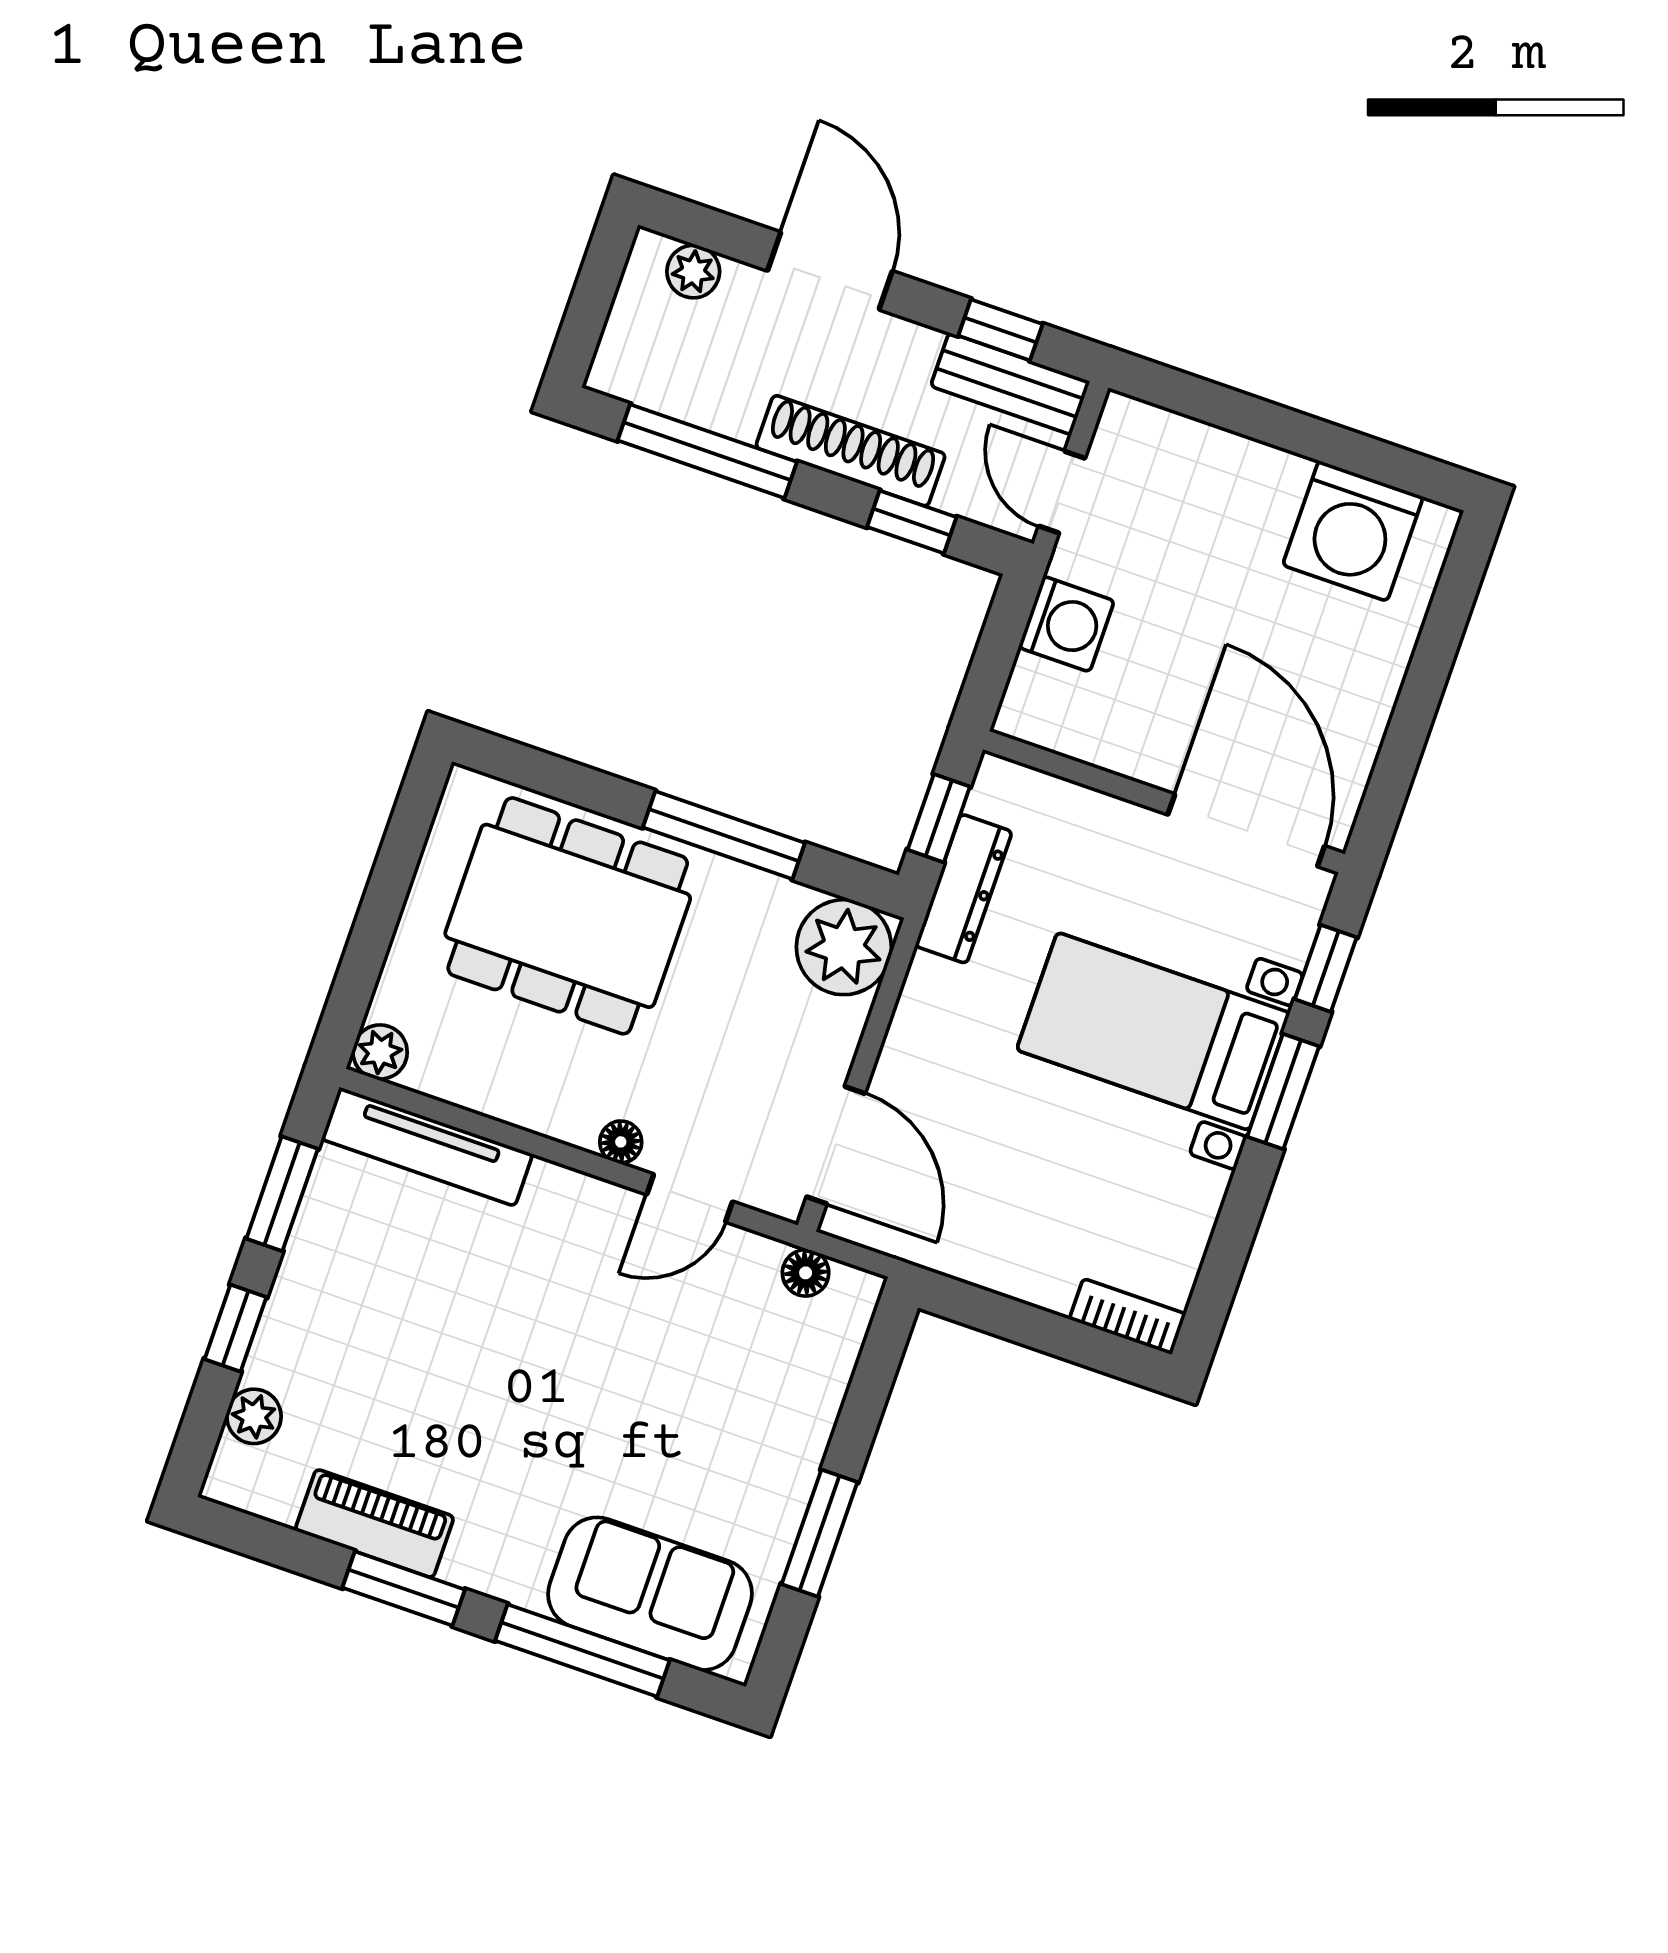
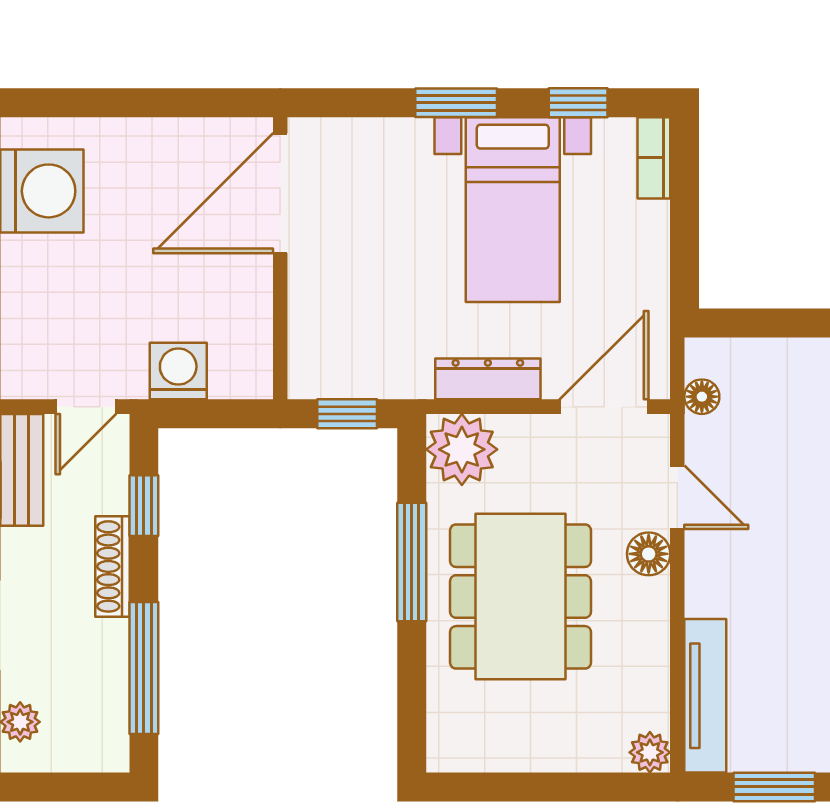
shoe rack: (851, 451) -> (112, 566), width x0.74, depth x0.81
dresser: (964, 889) -> (488, 379), moved
dining table: (568, 916) -> (521, 597), moved
window: (1326, 968) -> (578, 103), moved
bed with nightstands: (1153, 1031) -> (513, 210), moved
floor lamp: (621, 1142) -> (649, 554), width x1.37, depth x1.37

